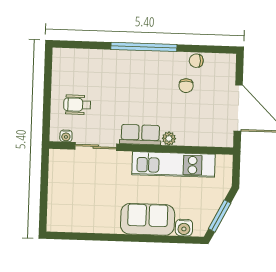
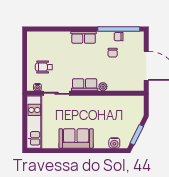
window: (144, 47) -> (119, 29), moved
row of seats: (141, 60) -> (84, 37), added
kitchen unit: (174, 164) -> (34, 122), moved, turned -90
sofa: (148, 219) -> (76, 138), moved

